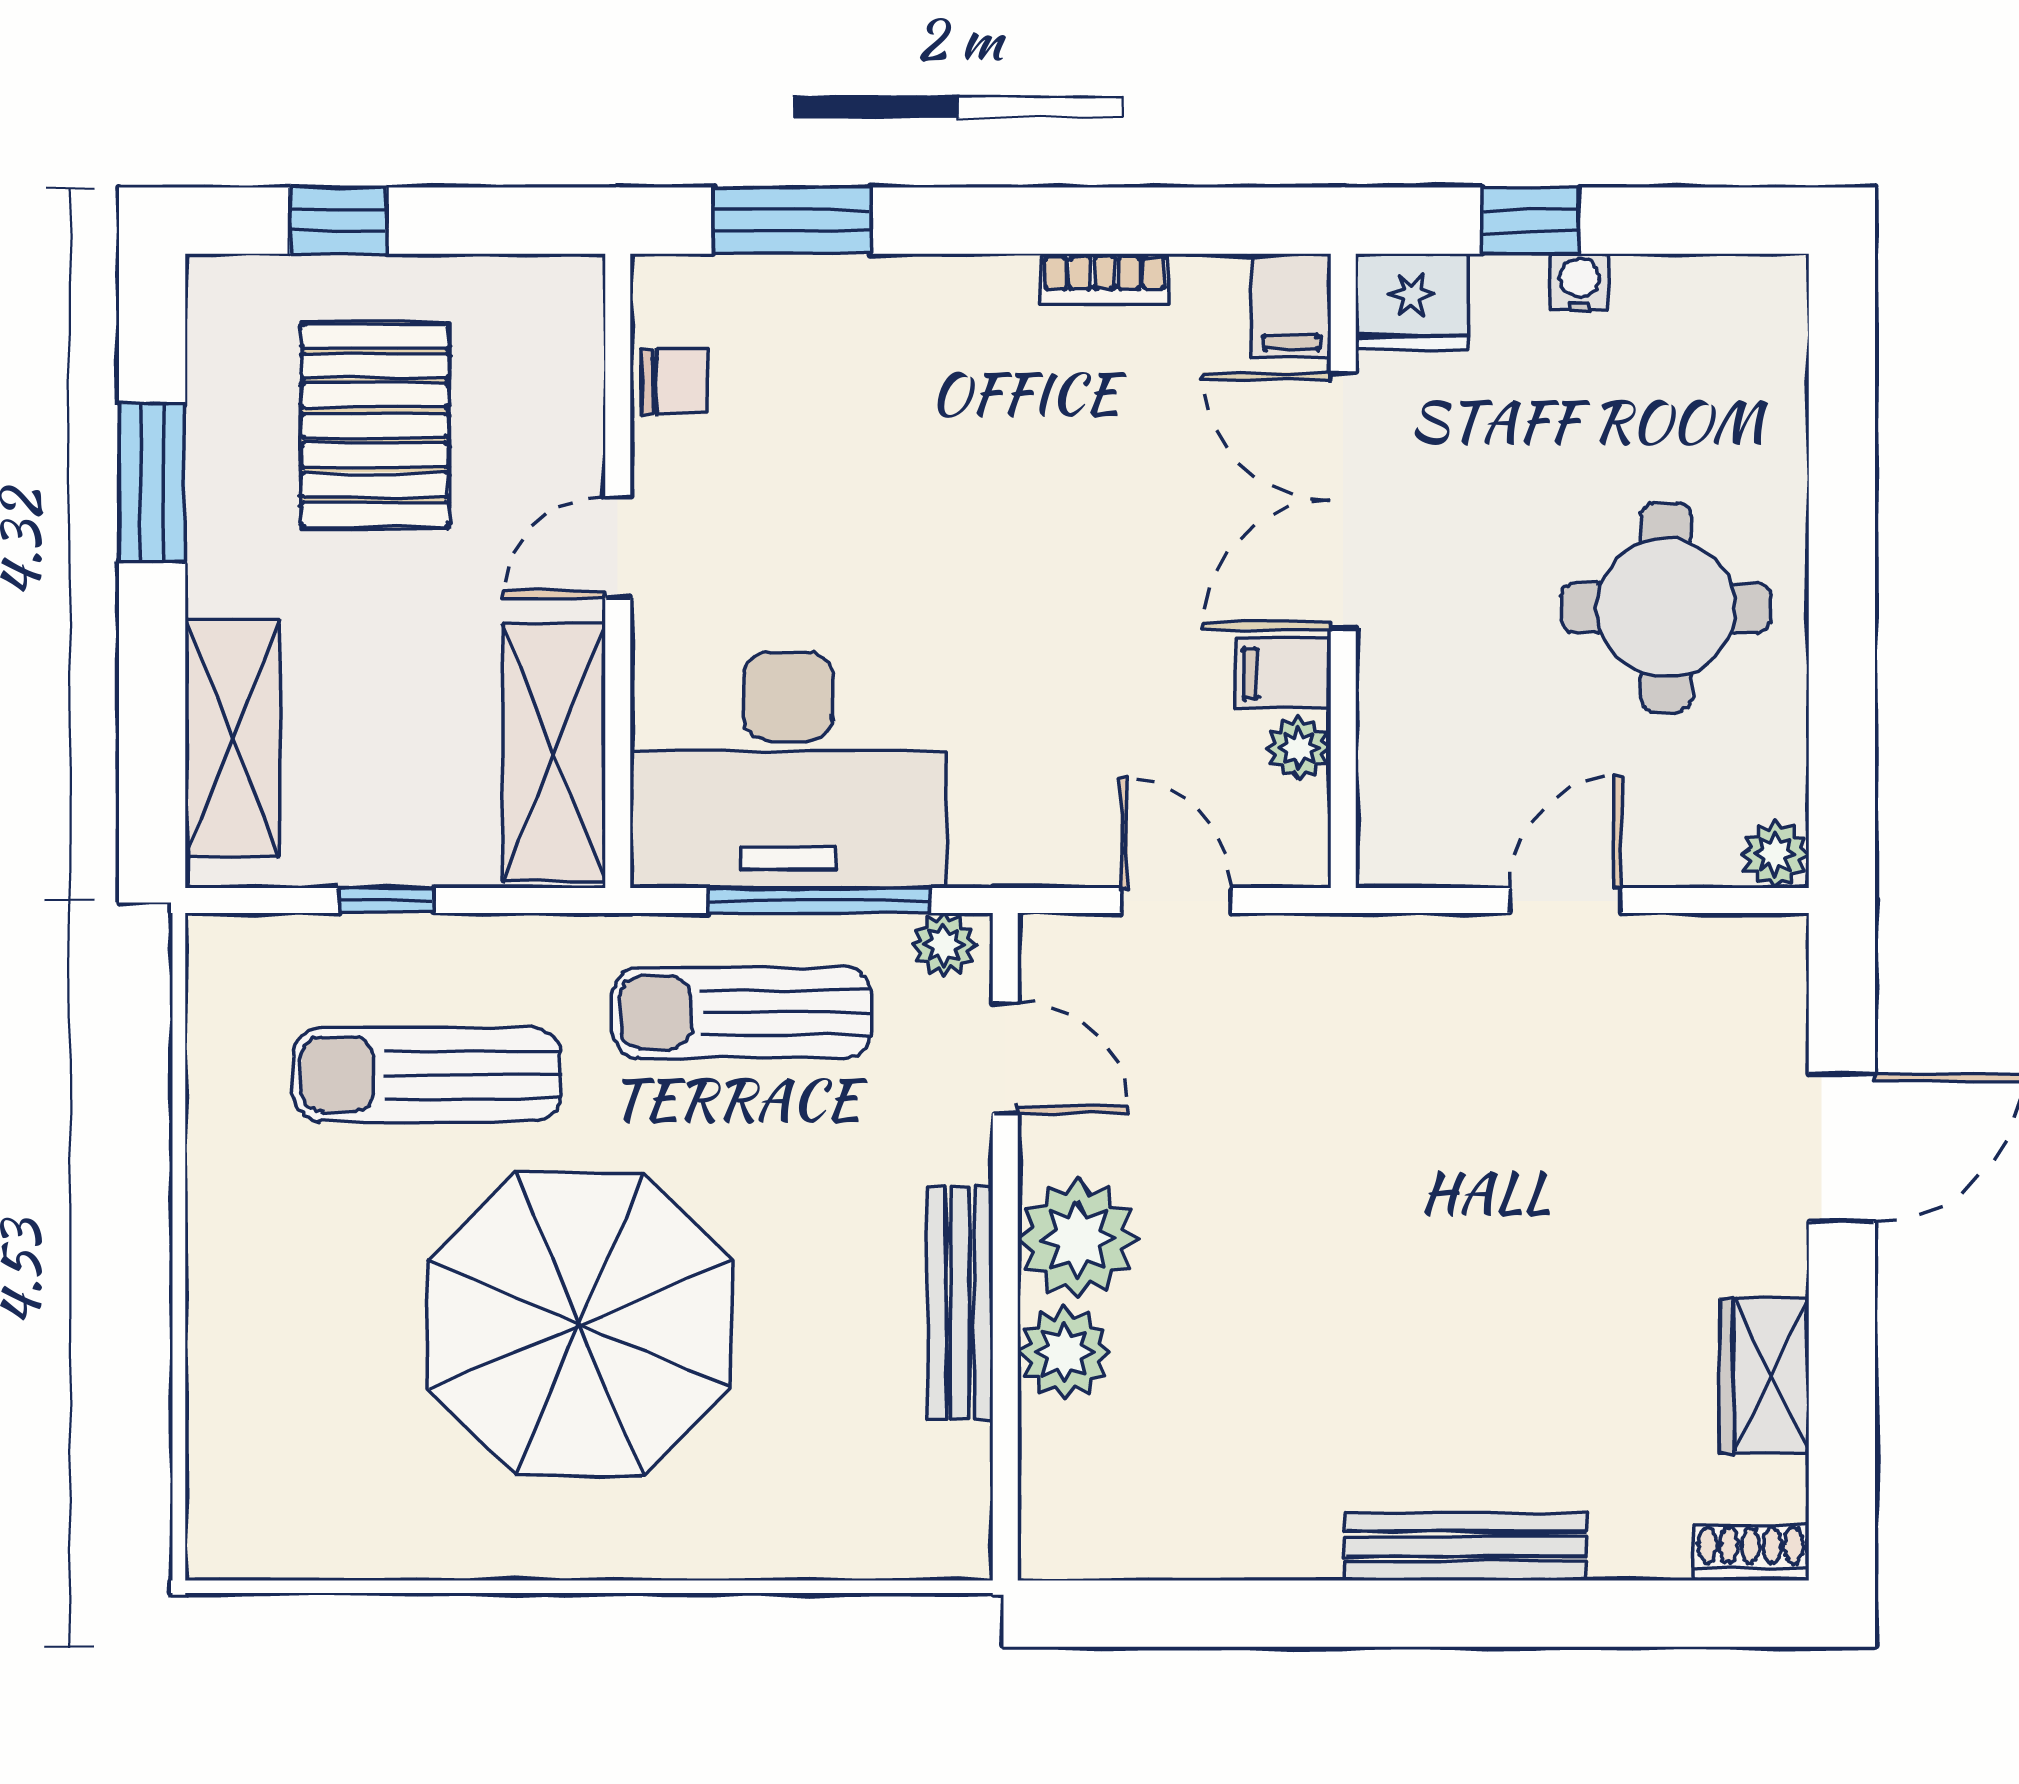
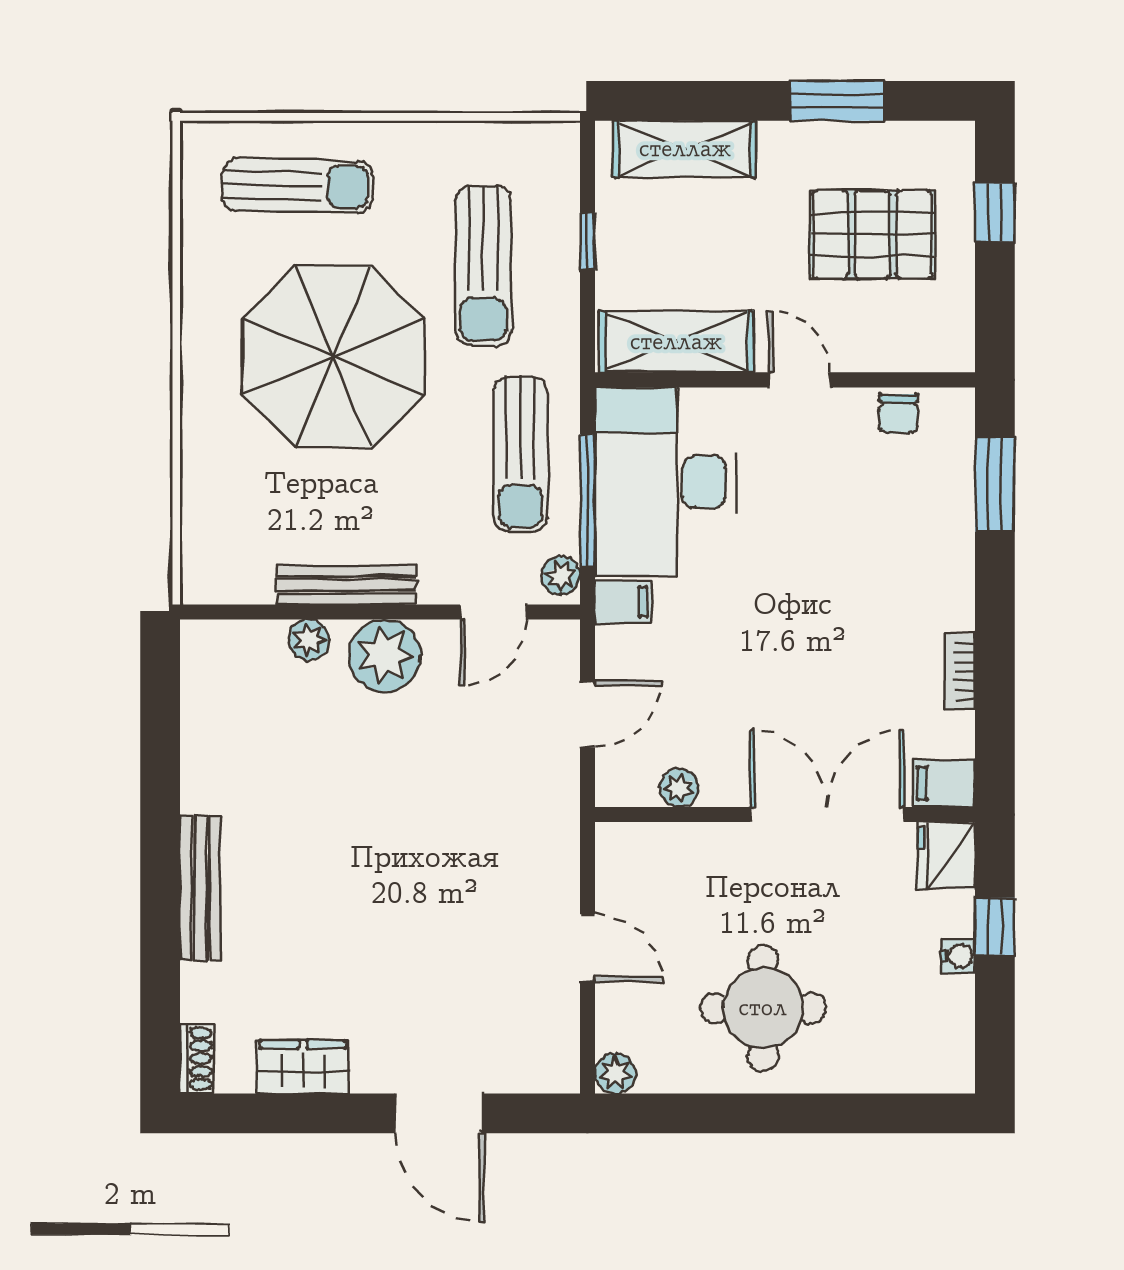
filing cabinet: (1283, 674) -> (623, 602), moved, turned 90
sun lounger: (742, 1013) -> (520, 454), turned 180
sun lounger: (427, 1075) -> (483, 266), turned 180
plant: (1064, 1353) -> (309, 640), width x0.73, depth x0.73
sun lounger: (294, 1385) -> (297, 186), added

